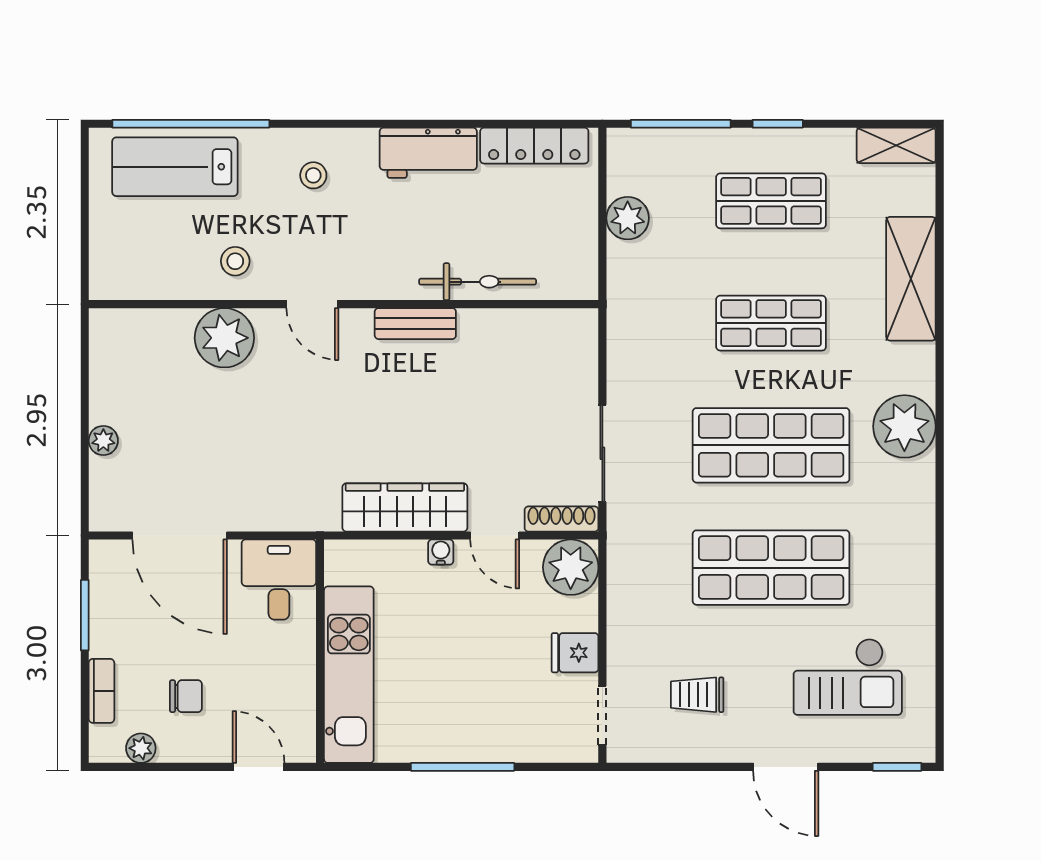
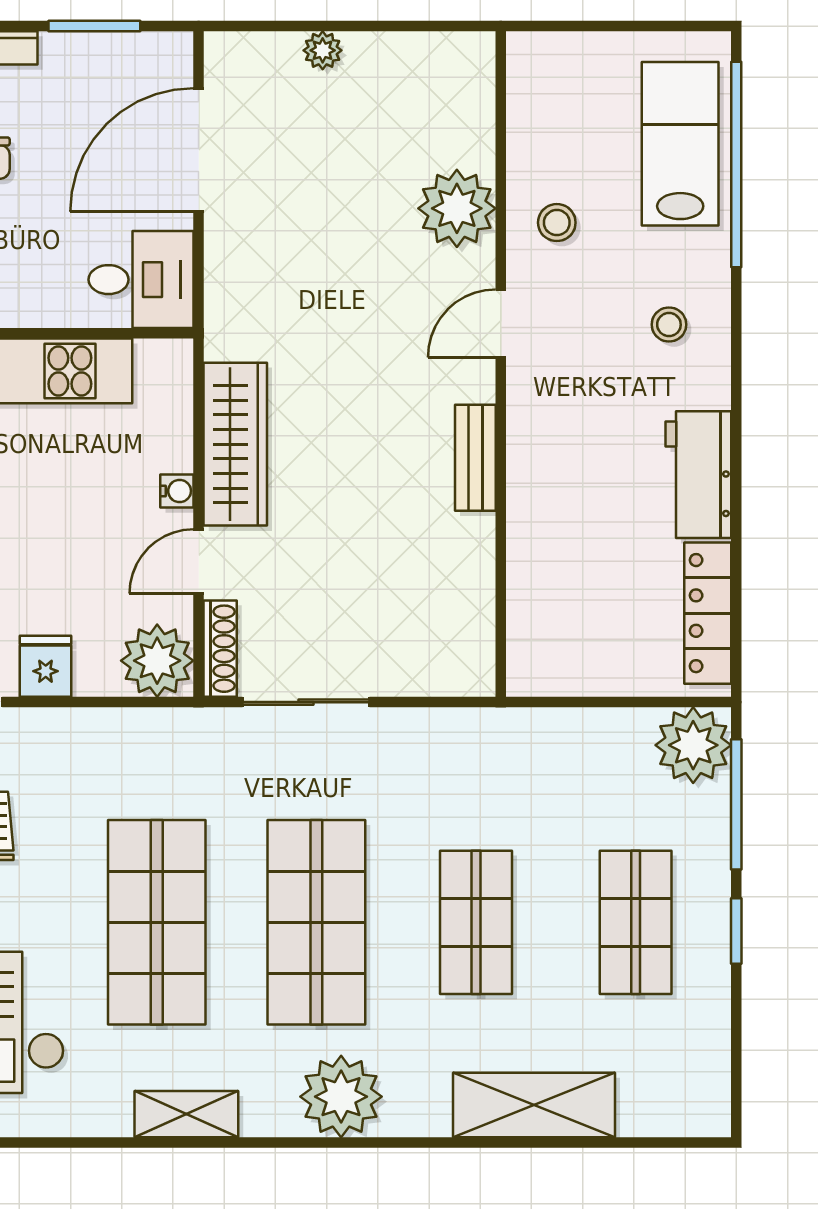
shelving: (896, 145) -> (186, 1114), moved, turned 90
plant: (628, 218) -> (693, 745), moved, width x1.36, depth x1.36
bicycle: (478, 282) -> (530, 539), removed

